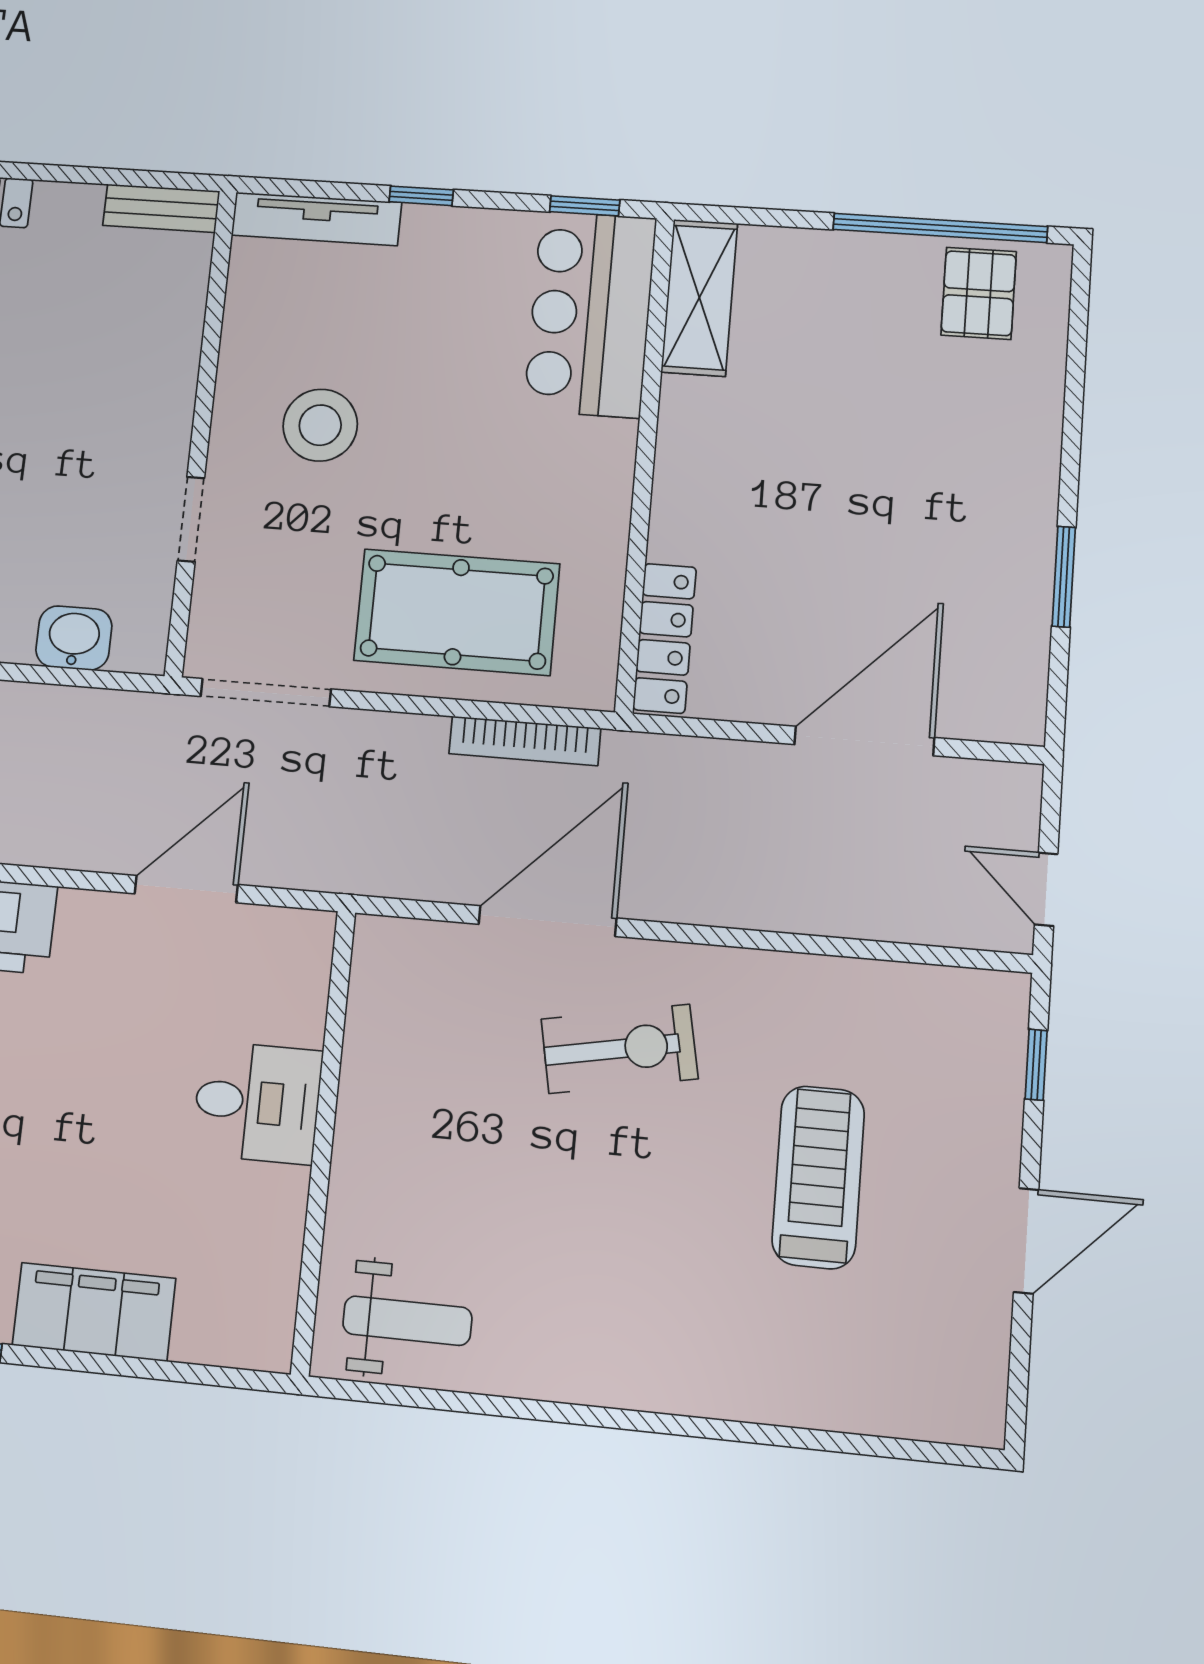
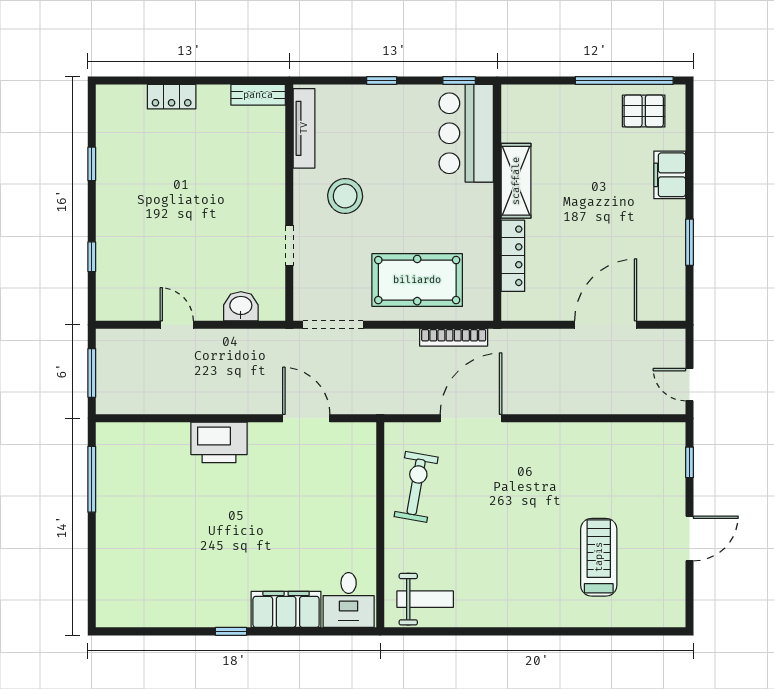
tv unit: (316, 219) -> (304, 128), moved, turned -90
pallet: (979, 293) -> (644, 111), turned 90
shelving: (699, 297) -> (516, 181), moved
filing cabinet: (1028, 430) -> (670, 175), added
locker: (665, 638) -> (513, 256), moved
door: (186, 889) -> (306, 418), hinge flipped
exercise bike: (619, 1049) -> (416, 487), moved, turned -69
desk: (257, 1102) -> (349, 600), moved, turned 90
treadmill: (818, 1177) -> (599, 557), moved

